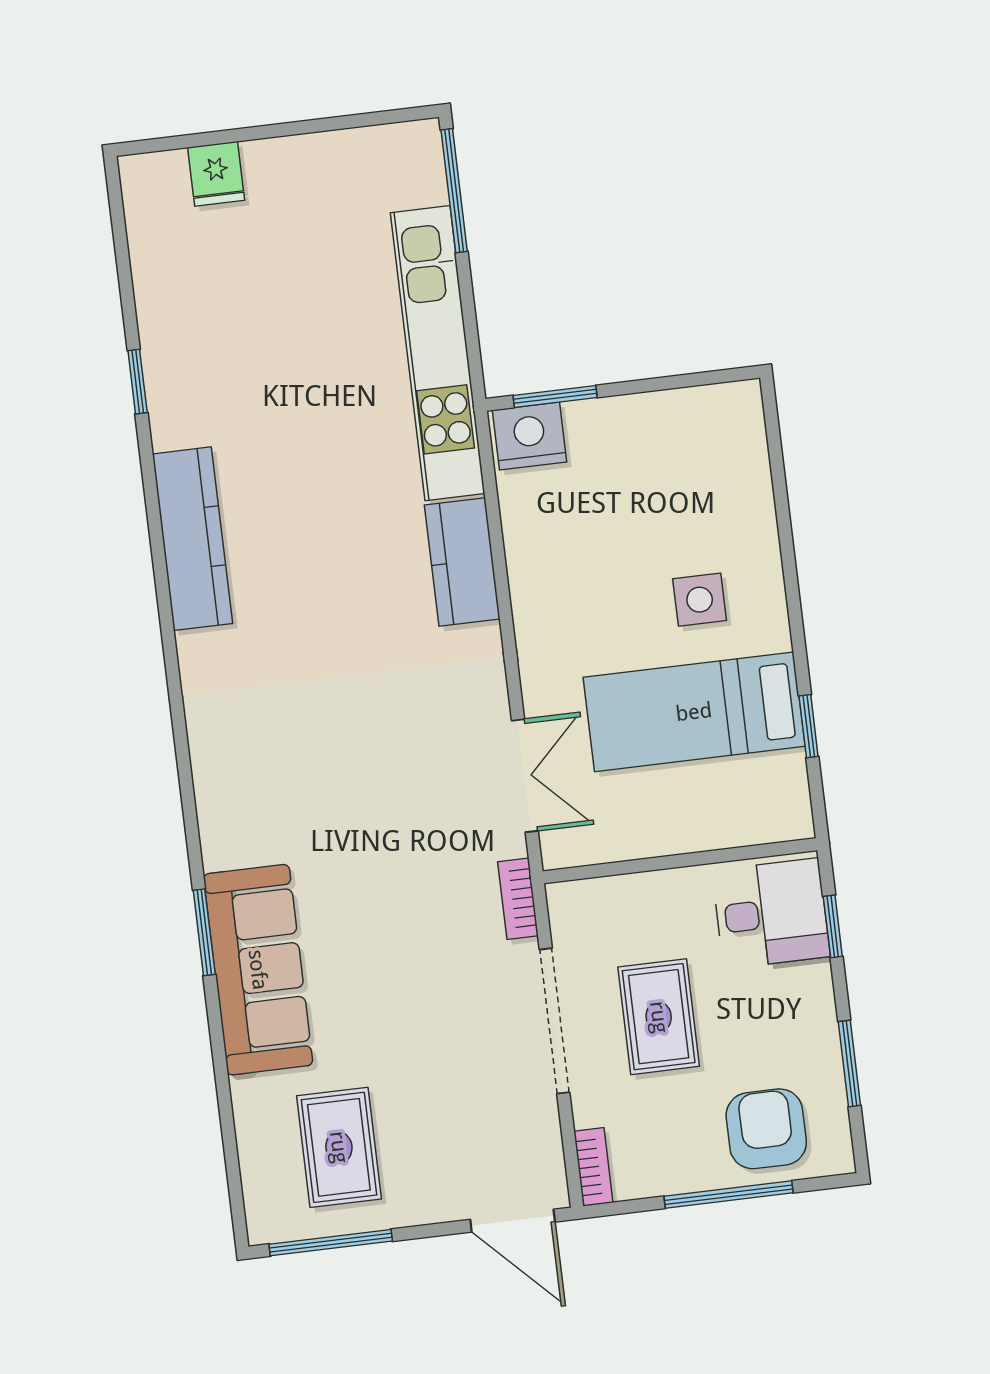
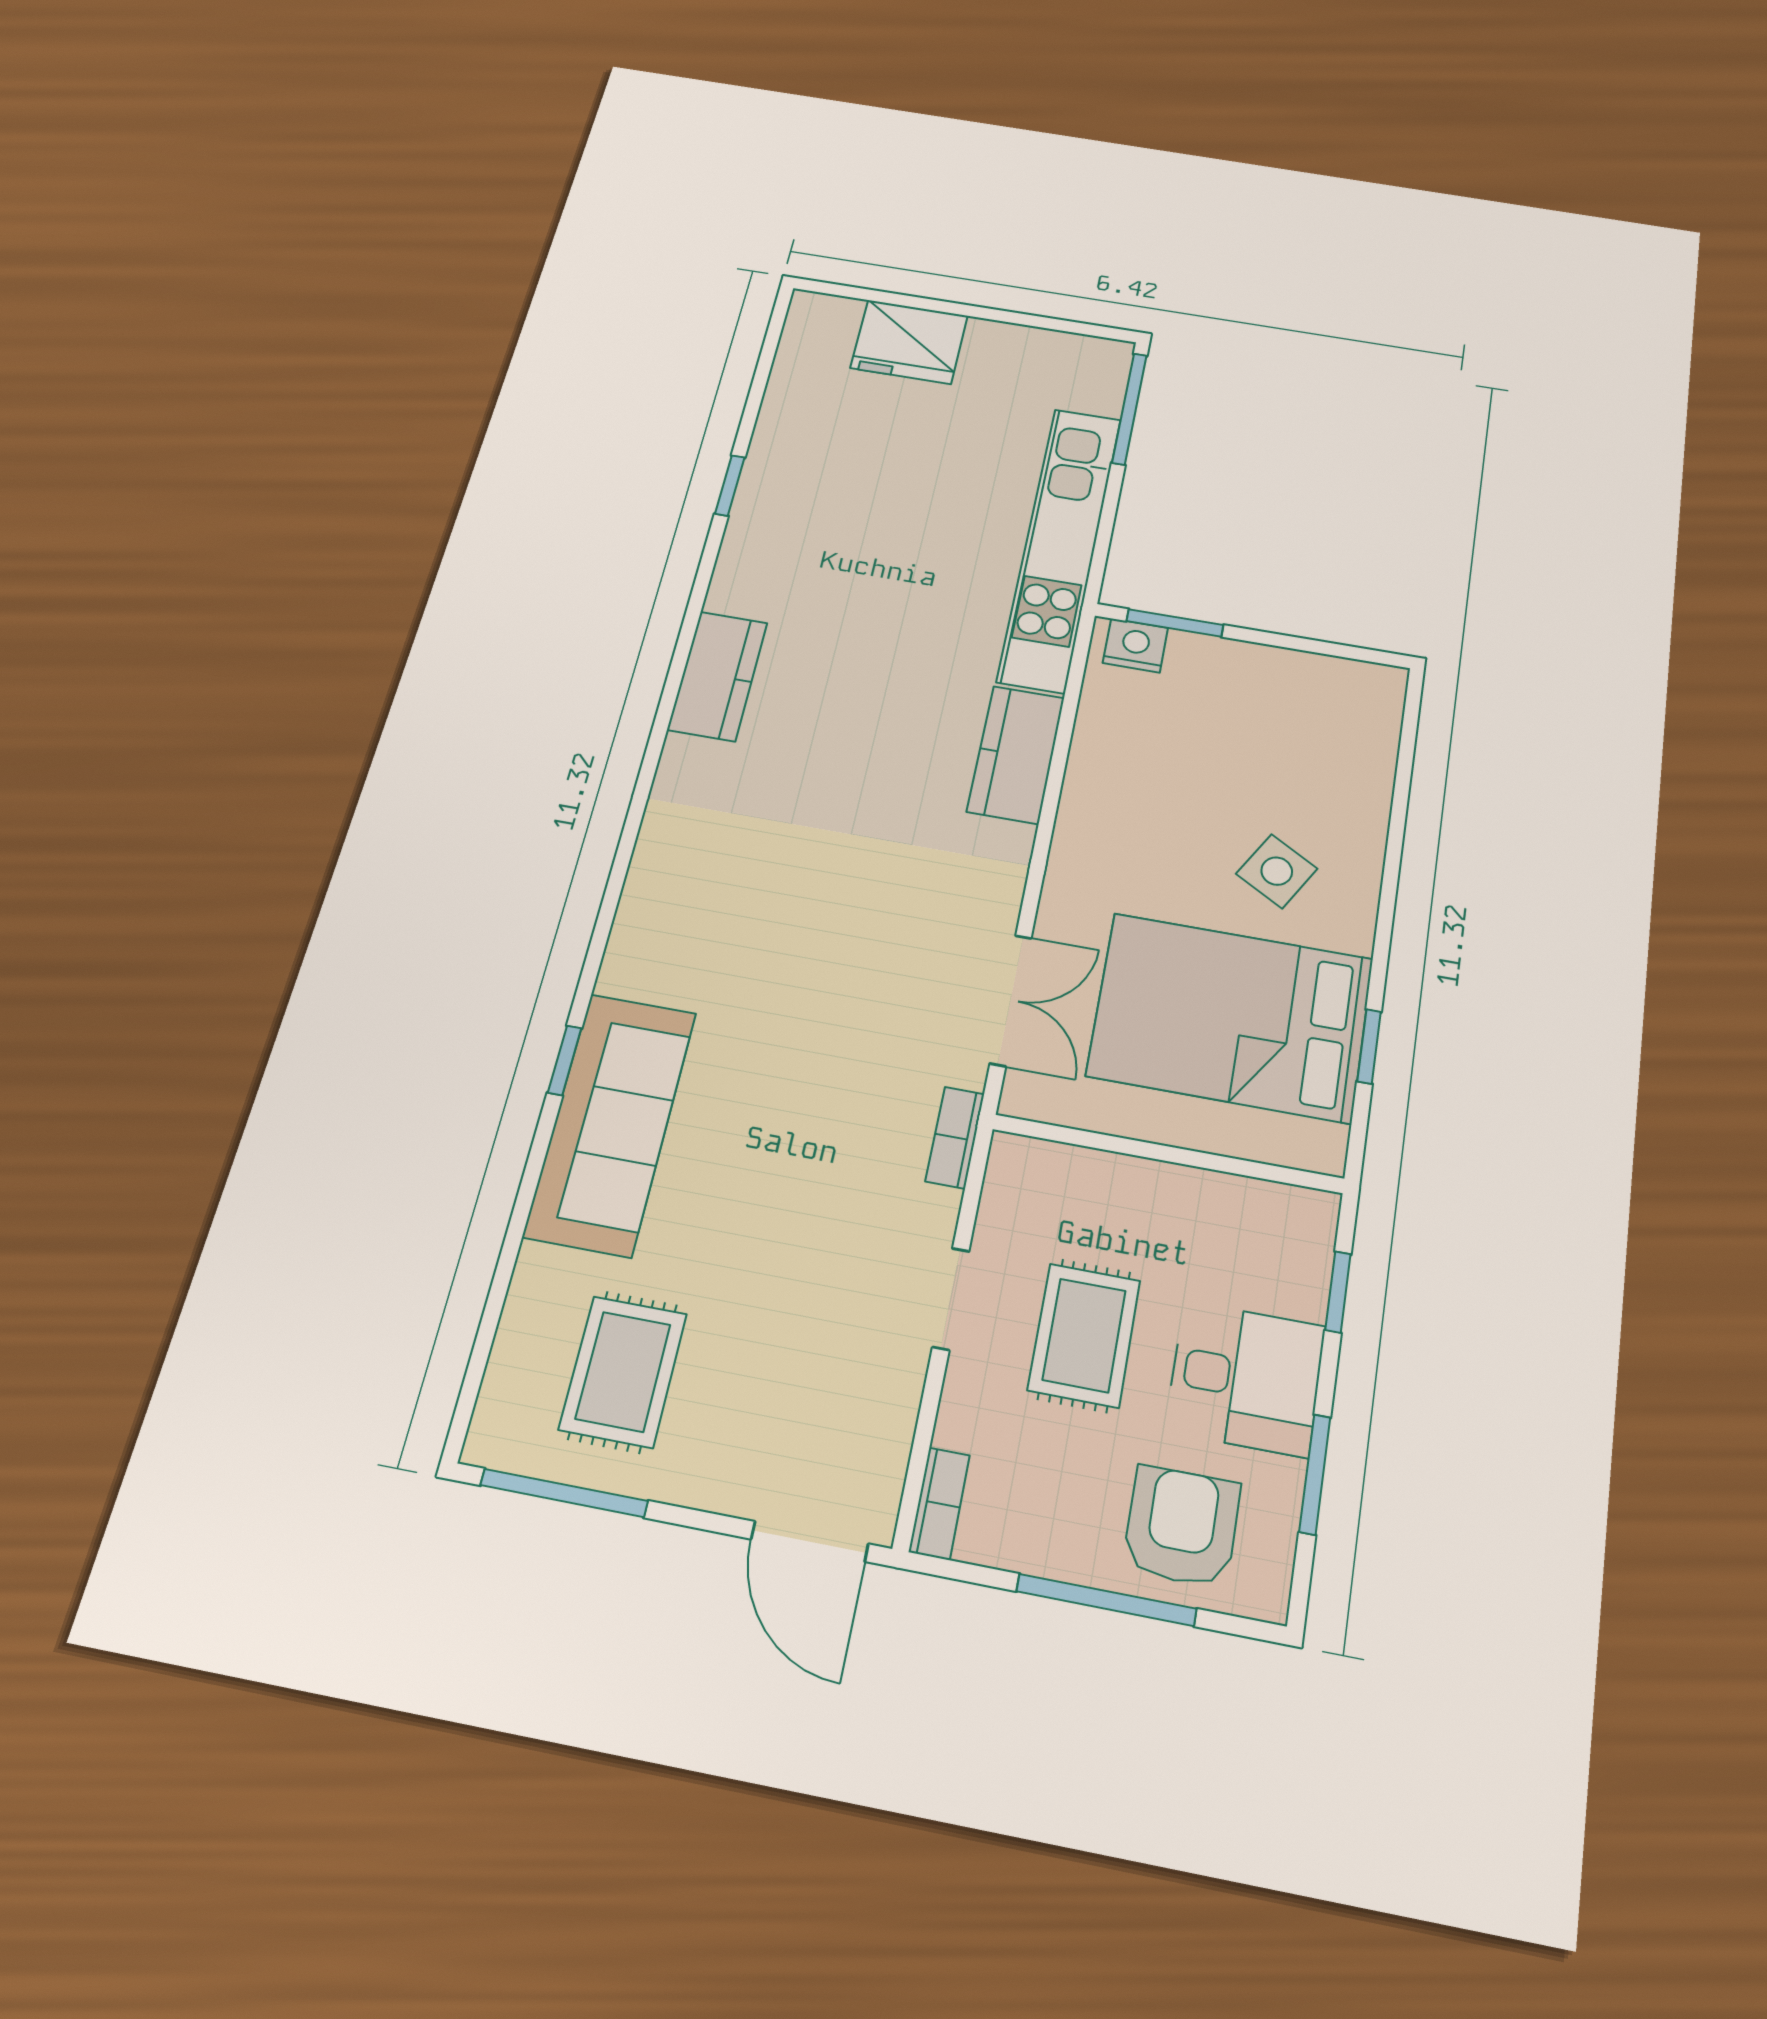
fridge: (216, 174) -> (909, 342), width x1.88, depth x1.34
nightstand: (530, 436) -> (1135, 645), width x0.74, depth x0.75
kitchen counter: (192, 539) -> (718, 676), width x0.67
side table: (700, 600) -> (1277, 871), turned 30
bed: (694, 712) -> (1231, 1017), width x1.50
desk: (771, 914) -> (1246, 1378), moved
window: (204, 932) -> (565, 1060), width x0.67
doorway: (555, 1021) -> (951, 1299), width x0.53

